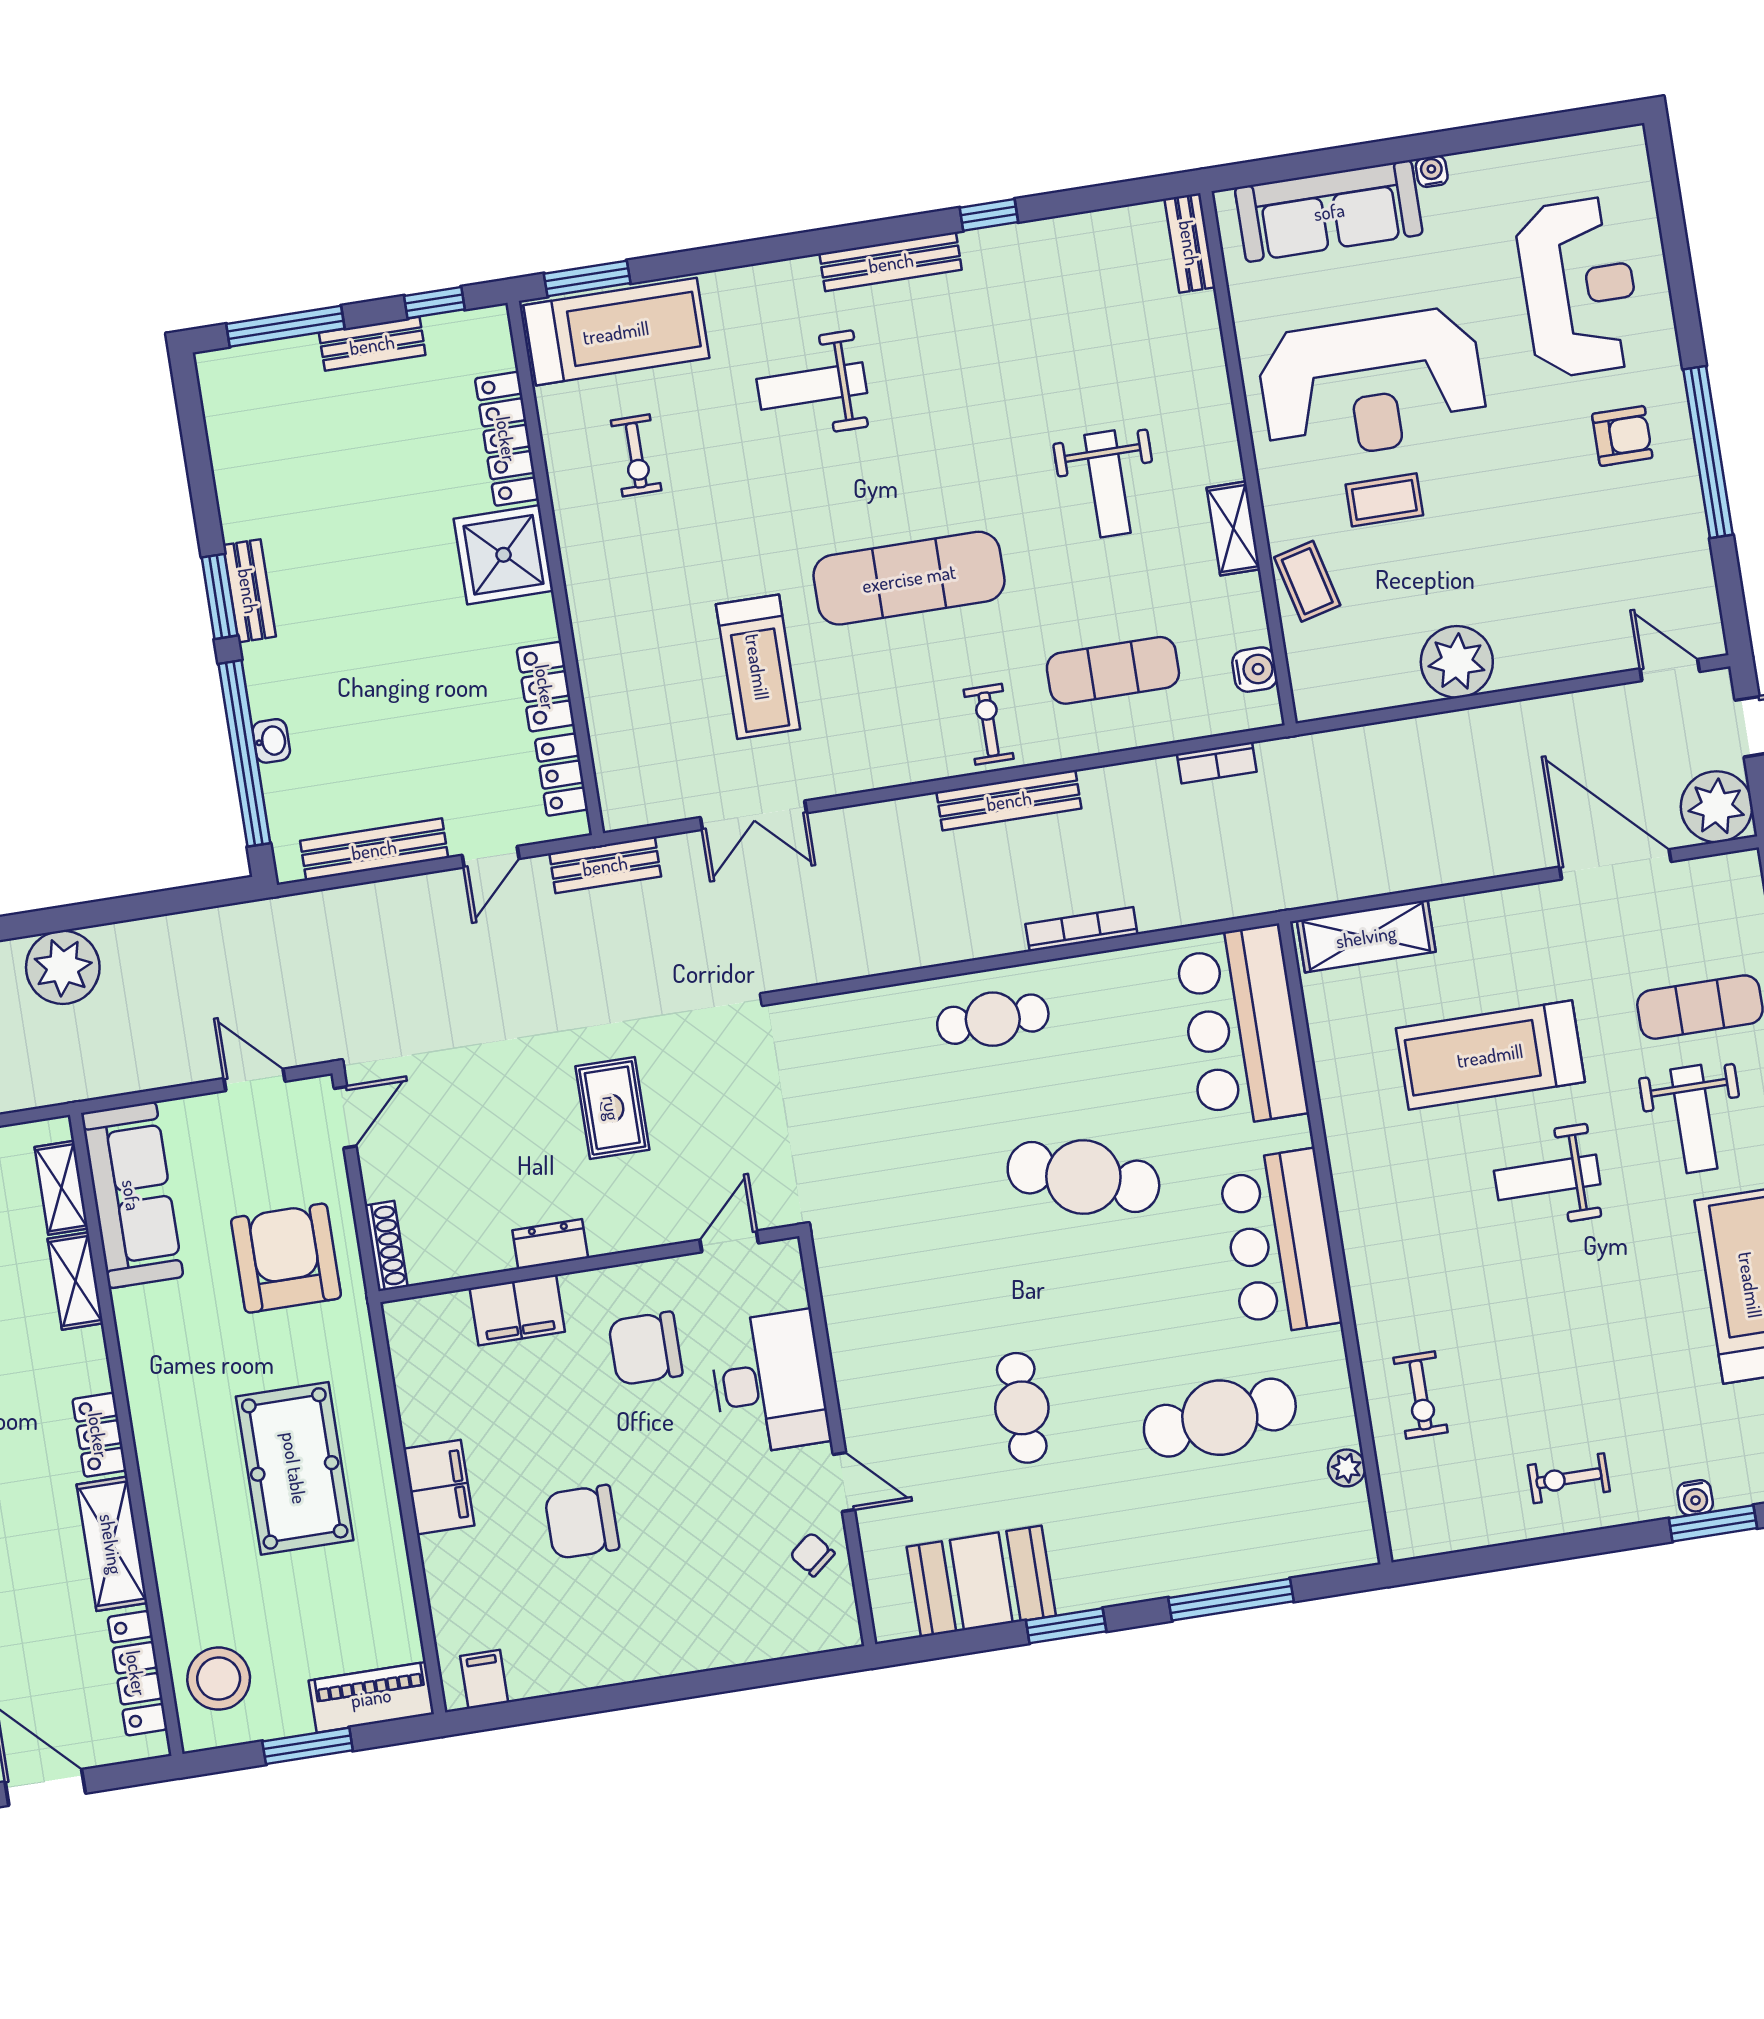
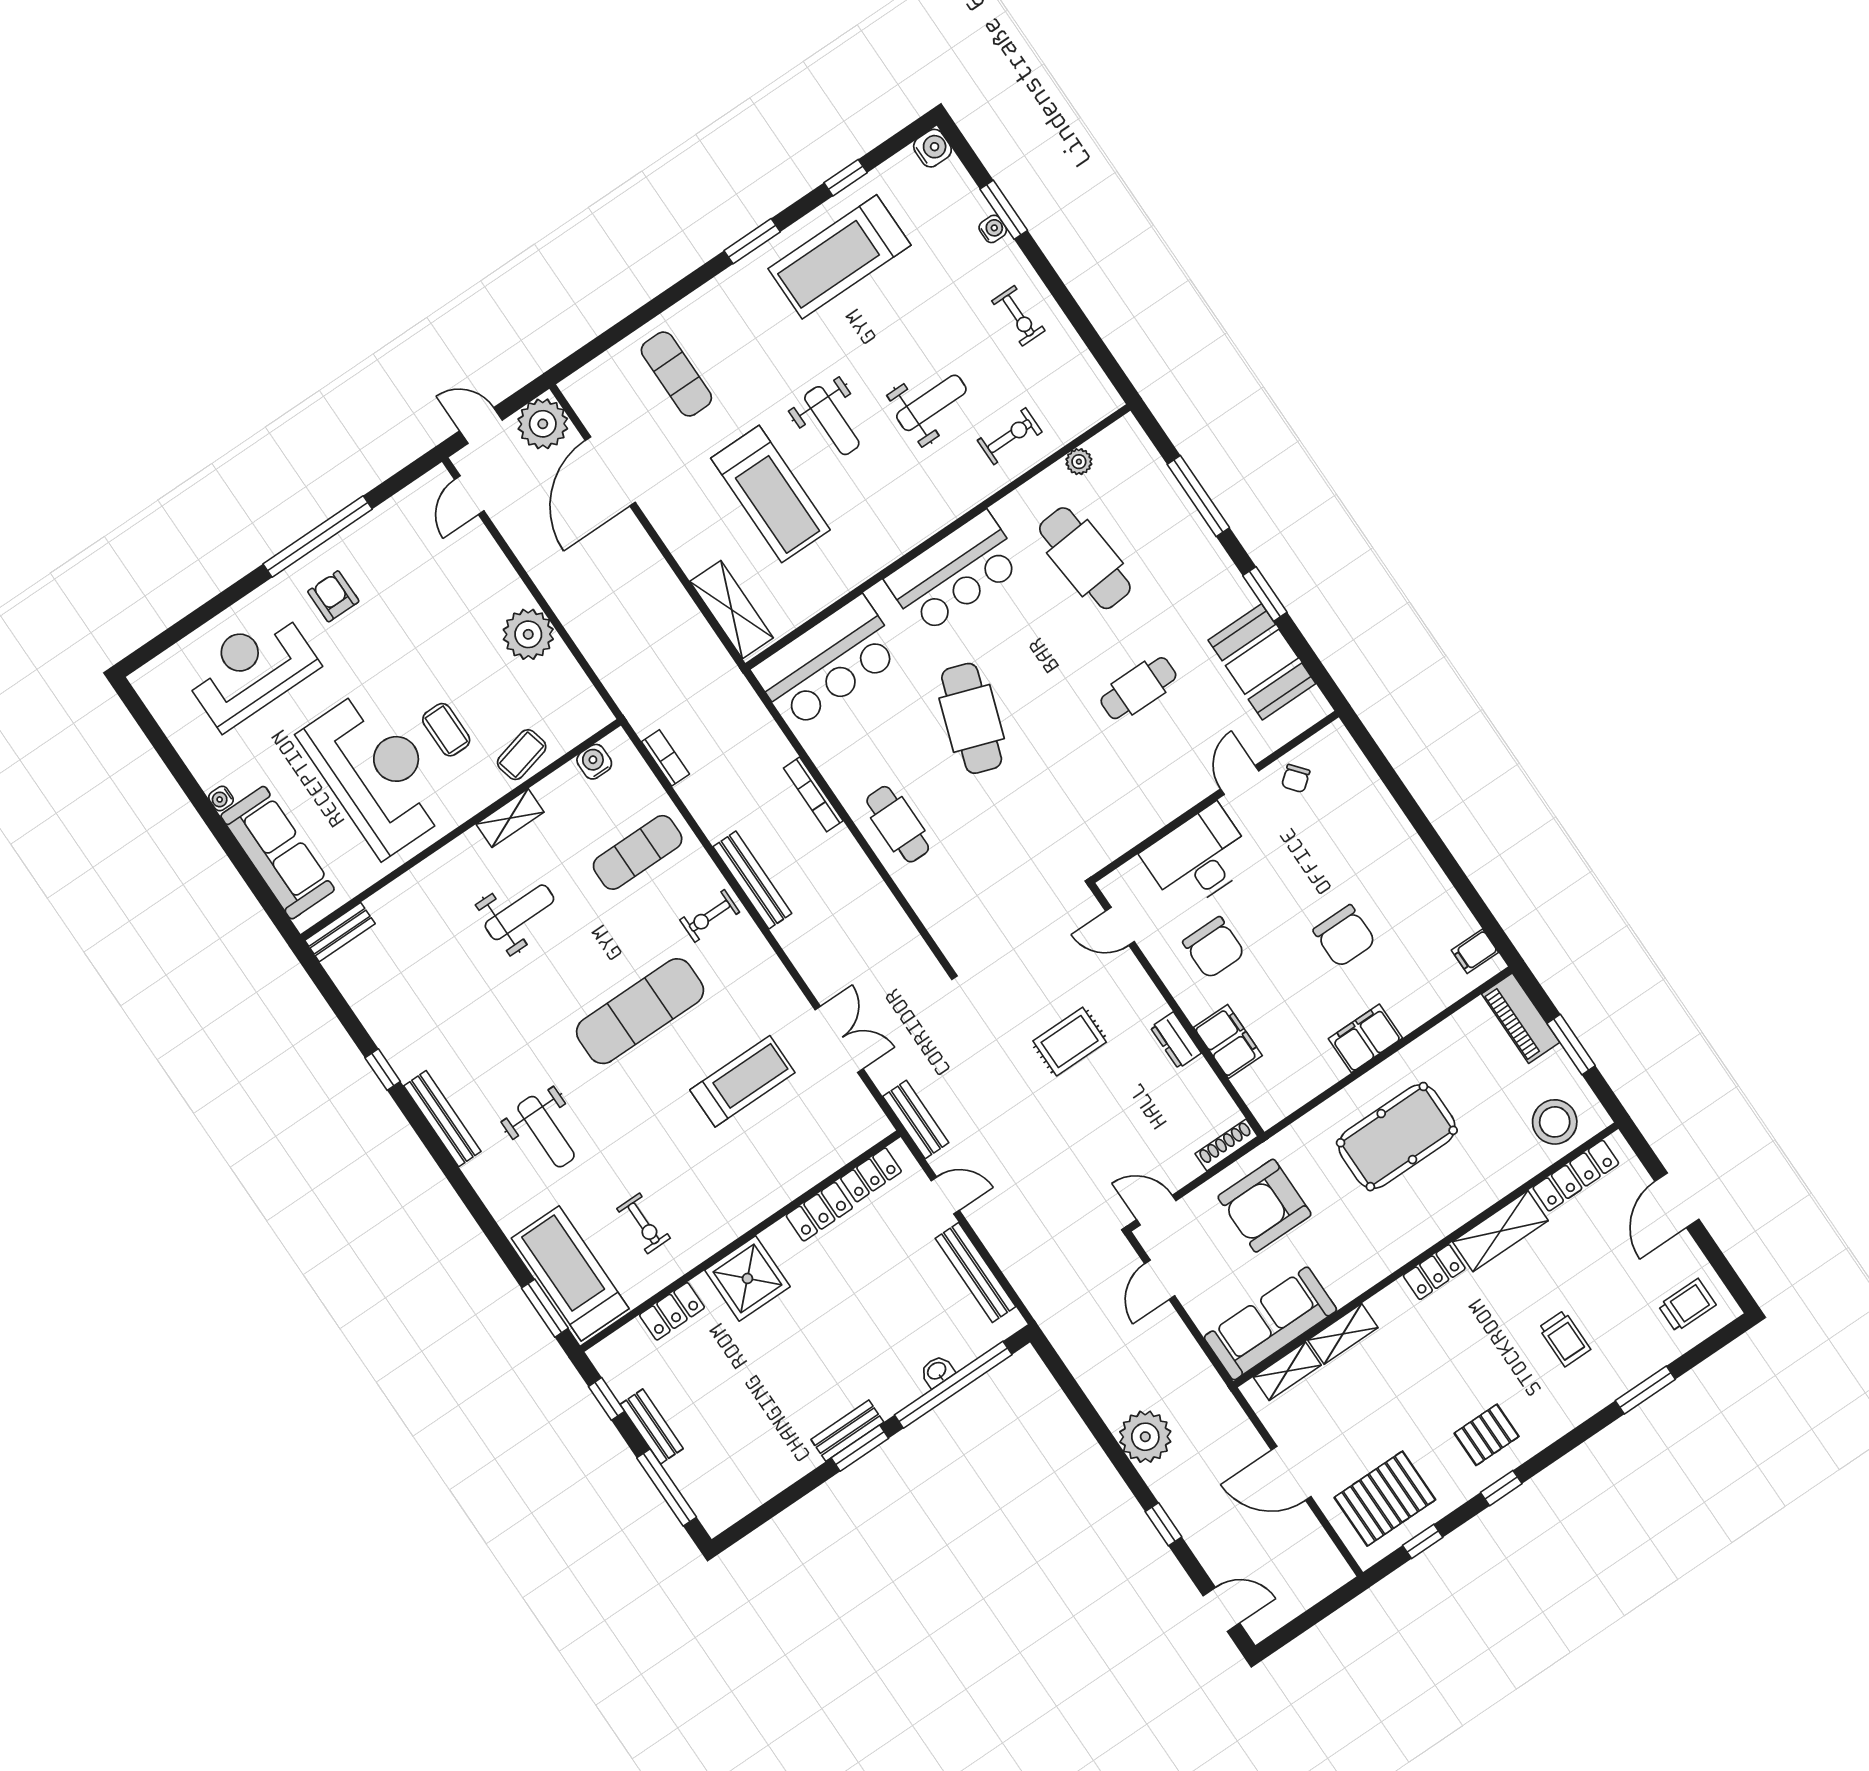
locker: (507, 439) -> (672, 1311), width x0.66
exercise bike: (636, 455) -> (644, 1223), turned 90
exercise mat: (909, 578) -> (640, 1011), turned 90
exercise mat: (1113, 670) -> (638, 852), turned 90
weight bench: (1694, 1119) -> (931, 403), moved

